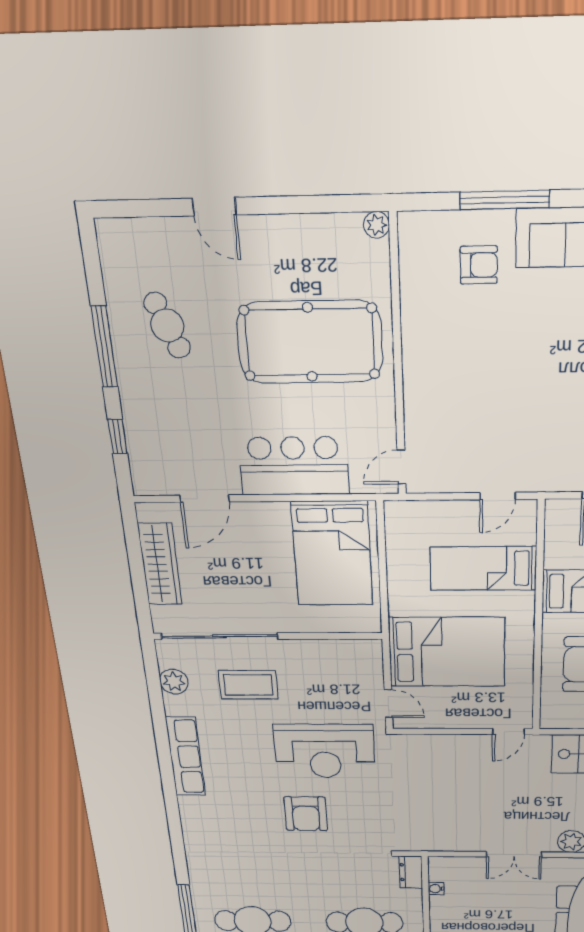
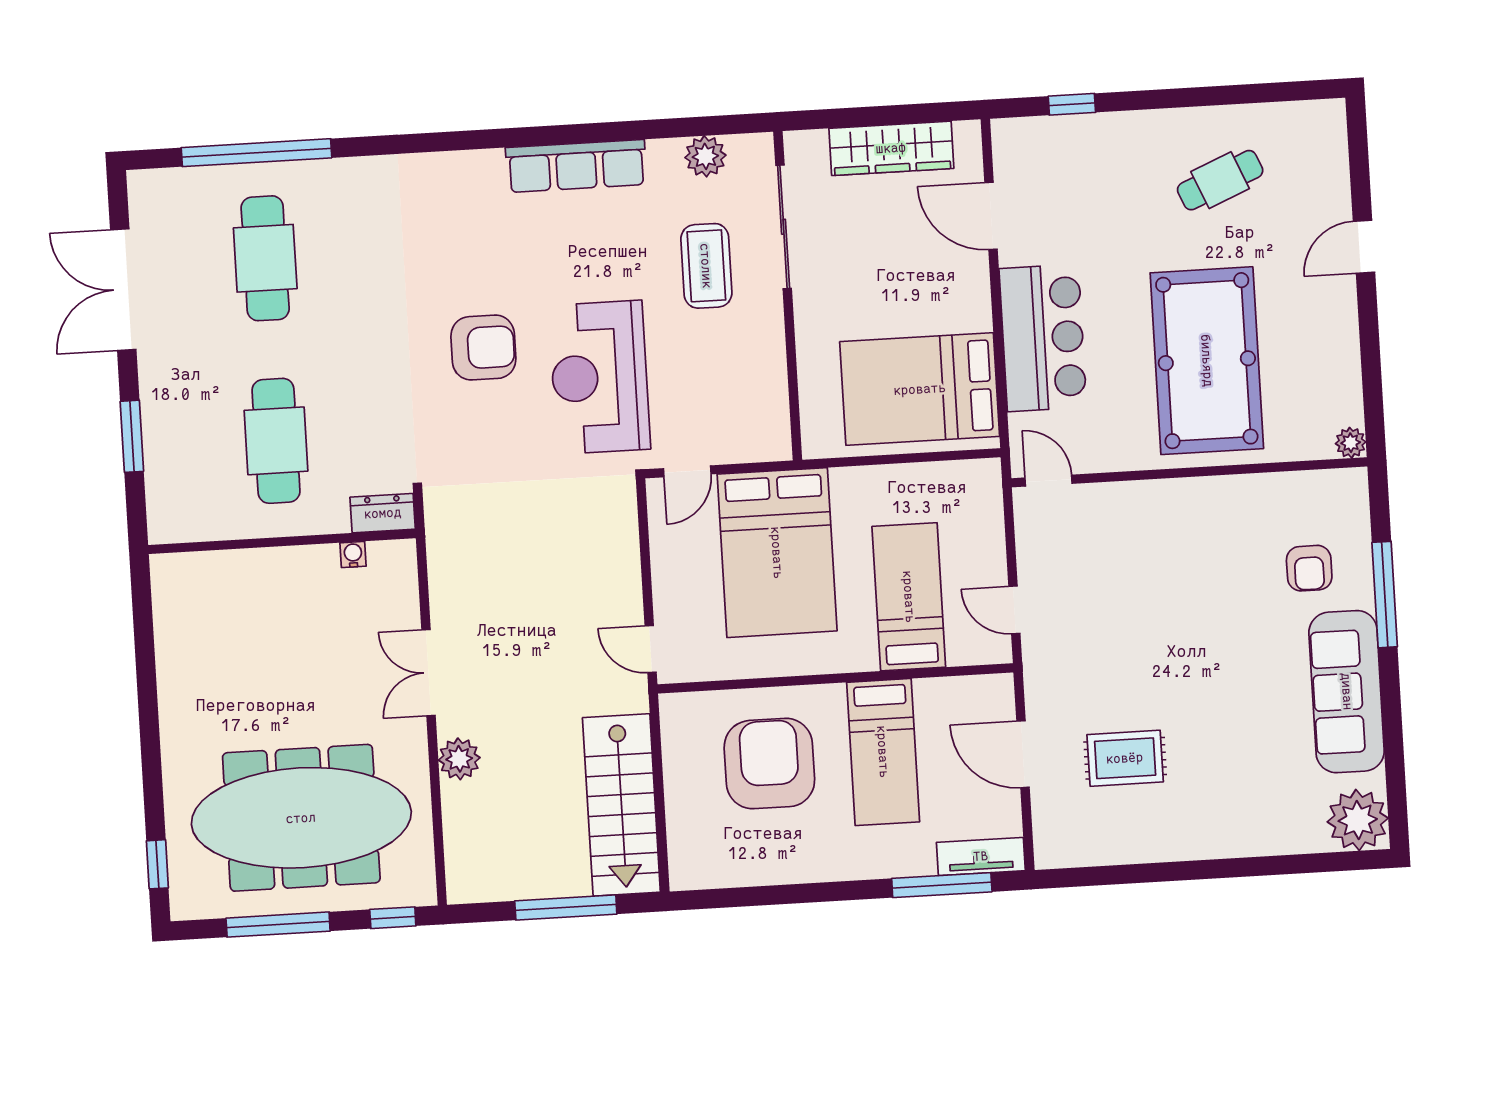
window: (104, 347) -> (1190, 97), removed
sliding door: (219, 636) -> (784, 227), width x0.73
armchair: (306, 814) -> (483, 348), turned 180

